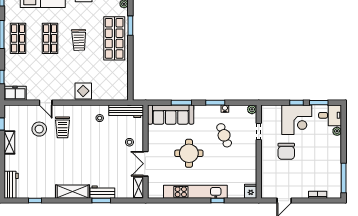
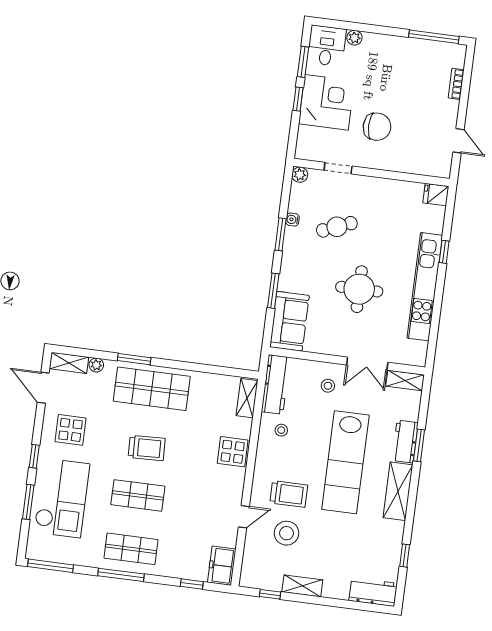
shelving: (116, 95) -> (247, 398), added
sofa: (171, 115) -> (289, 321), width x0.73
lab bench: (86, 158) -> (345, 462), added

